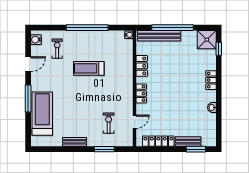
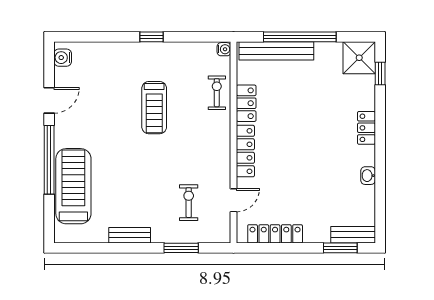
window: (87, 28) -> (151, 37), width x0.32
exercise bike: (57, 49) -> (217, 93), moved
treadmill: (89, 68) -> (154, 108), turned -90
locker: (141, 93) -> (245, 151), width x1.53
window: (28, 98) -> (49, 160), width x1.46
bench: (188, 142) -> (353, 235), moved

